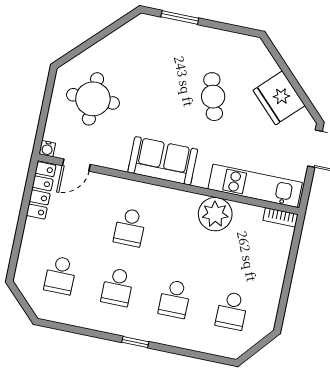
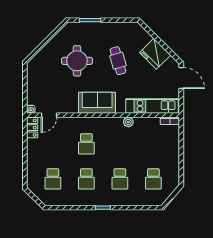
round table: (93, 99) -> (77, 61), moved
locker: (41, 190) -> (32, 128), width x0.66
plant: (215, 214) -> (128, 122), width x0.53, depth x0.53

